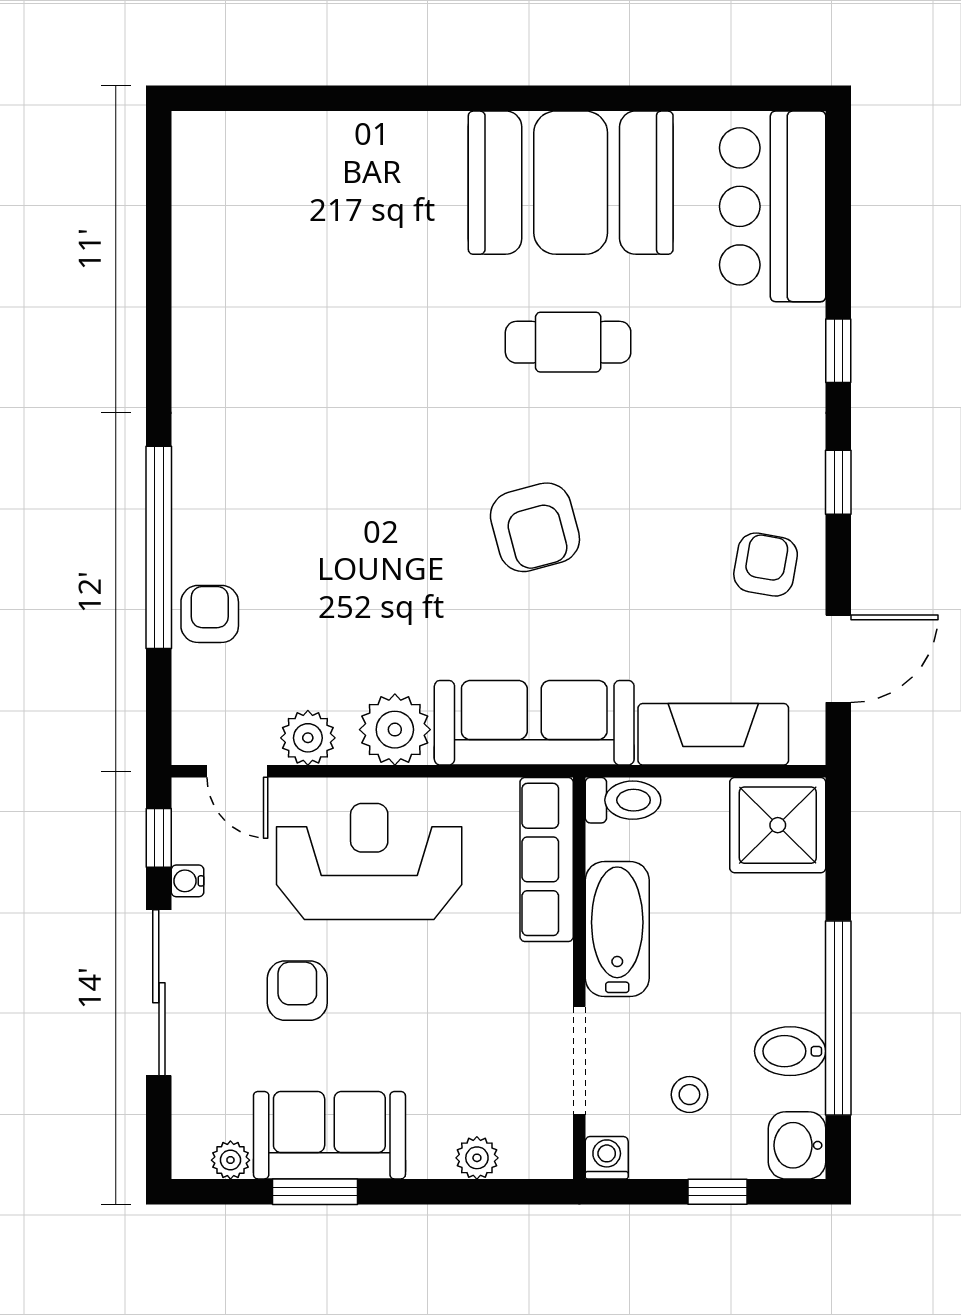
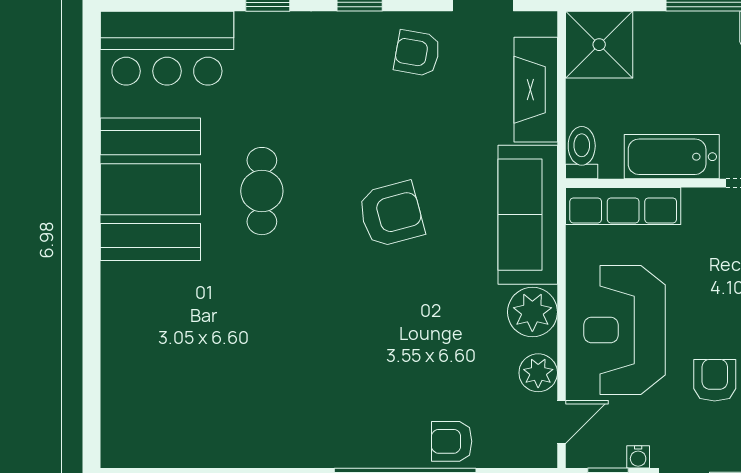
armchair: (297, 991) -> (715, 380), turned 90

